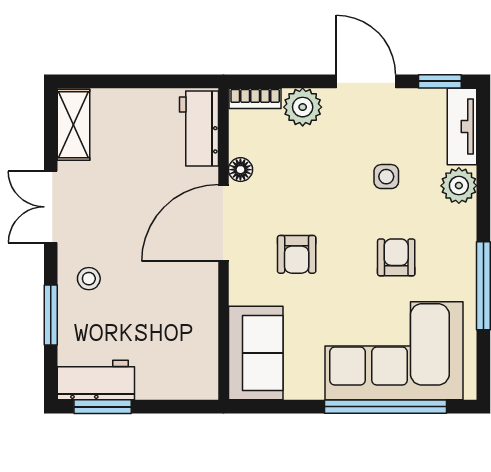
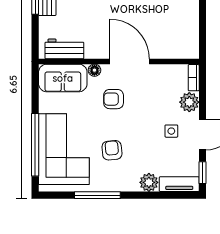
workbench: (199, 129) -> (64, 49), moved
floor lamp: (240, 170) -> (94, 70), moved
side table: (386, 177) -> (171, 131), moved
armchair: (396, 257) -> (112, 150), turned -95

